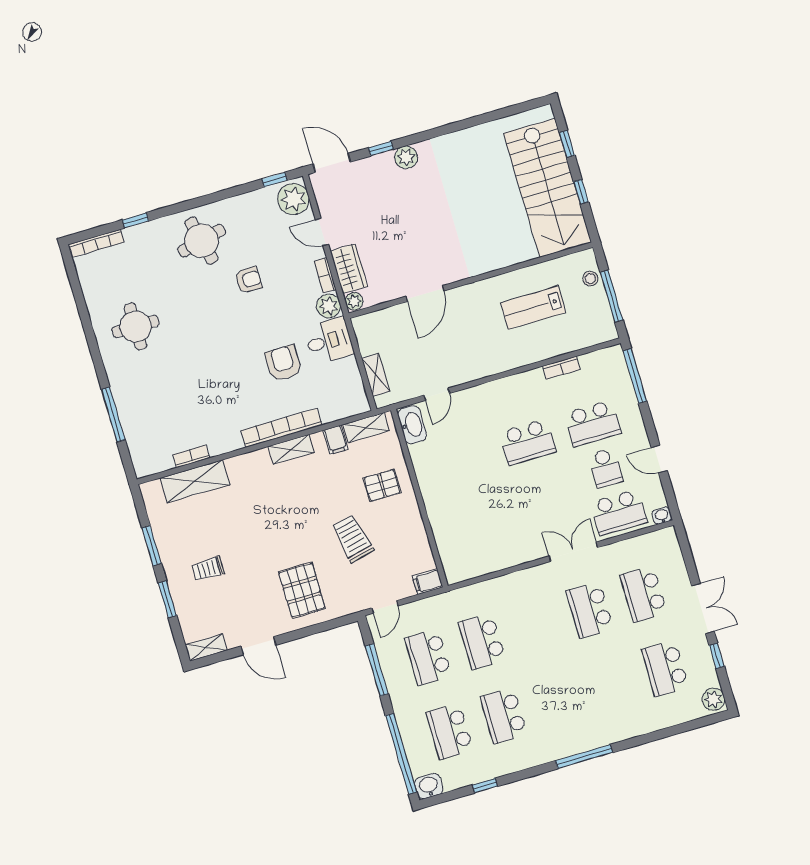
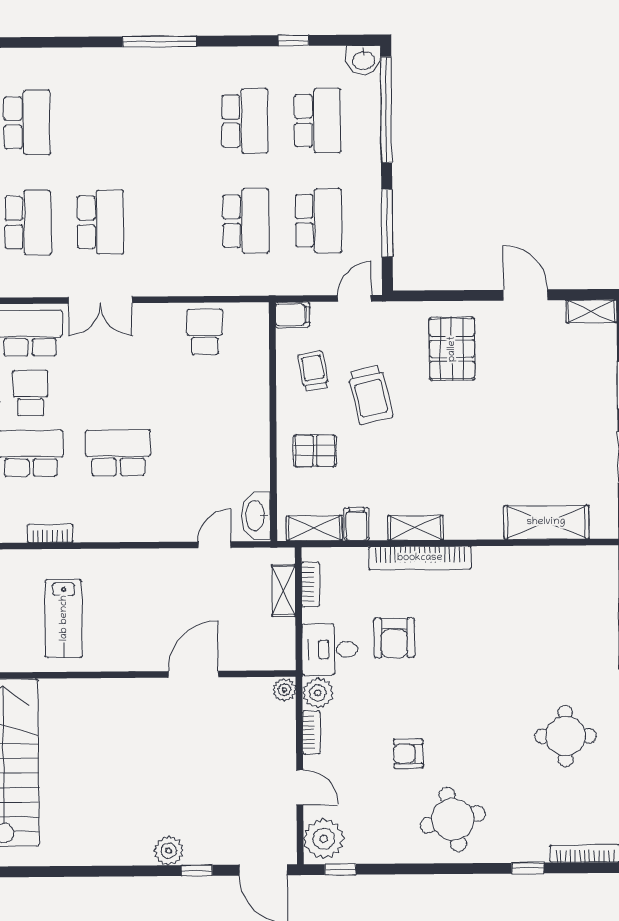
wardrobe: (349, 269) -> (279, 732), removed
lab bench: (533, 308) -> (64, 618), turned 90
bookcase: (191, 456) -> (311, 584), moved, turned -90
school desk: (489, 550) -> (205, 332), added
trolley: (208, 569) -> (313, 371), moved, turned -100

